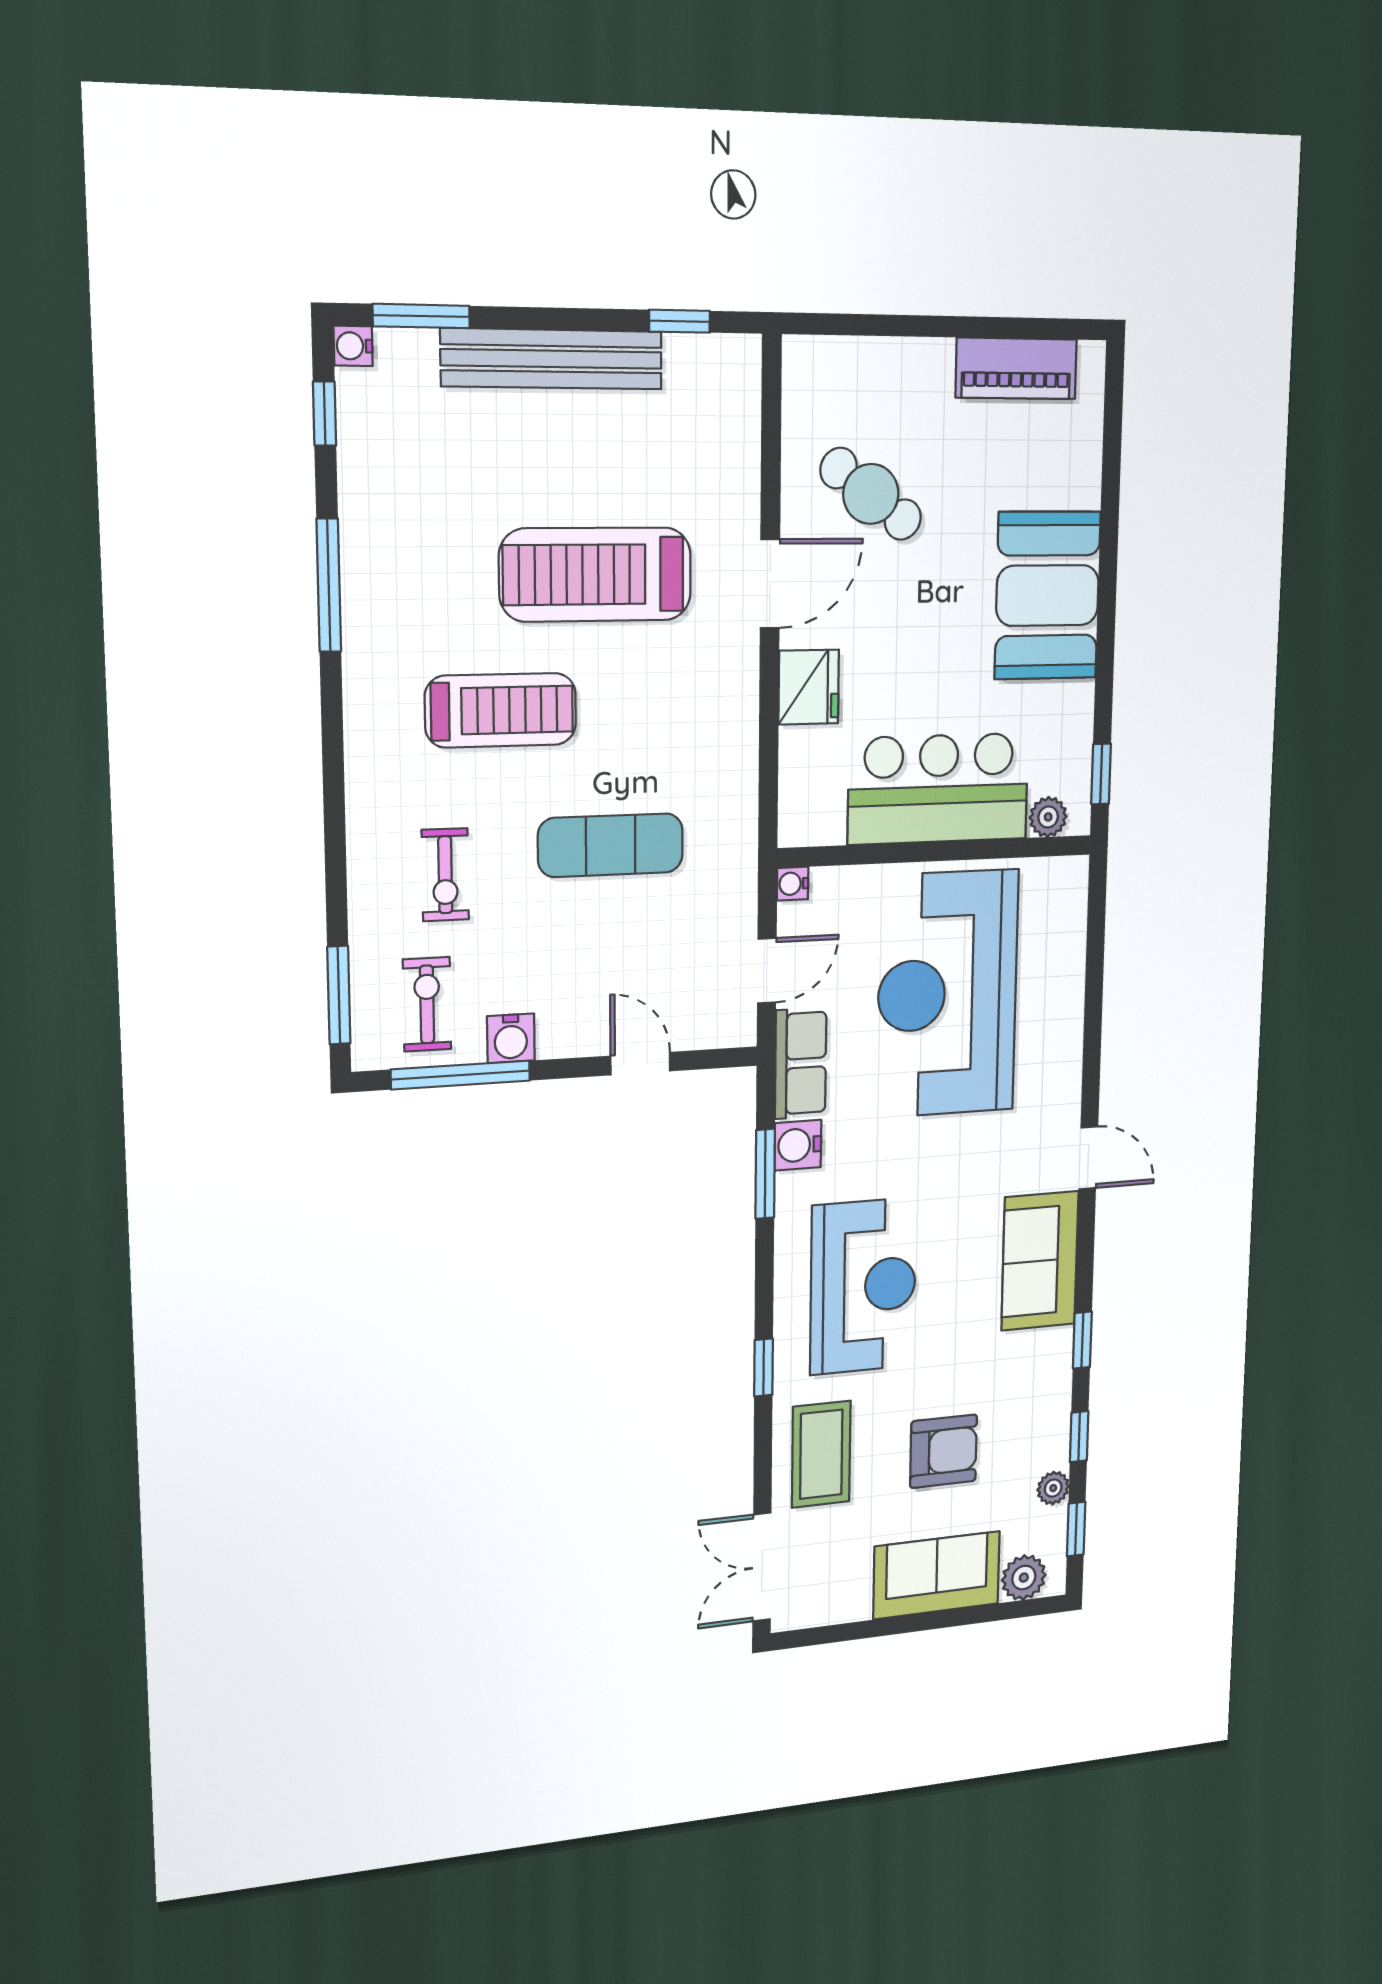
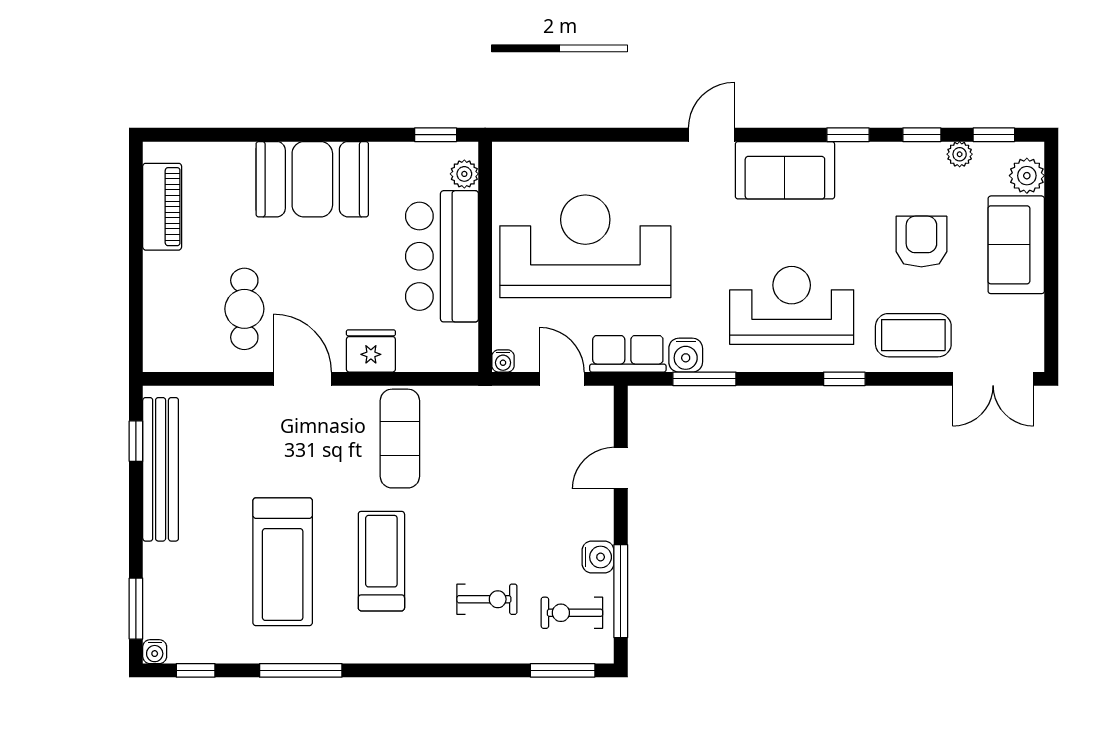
bench: (552, 359) -> (161, 469), moved
cafe table: (871, 494) -> (244, 309), turned -36
treadmill: (596, 575) -> (283, 562), moved
exercise mat: (611, 845) -> (400, 439), moved
reception desk: (947, 994) -> (585, 246), turned 180

